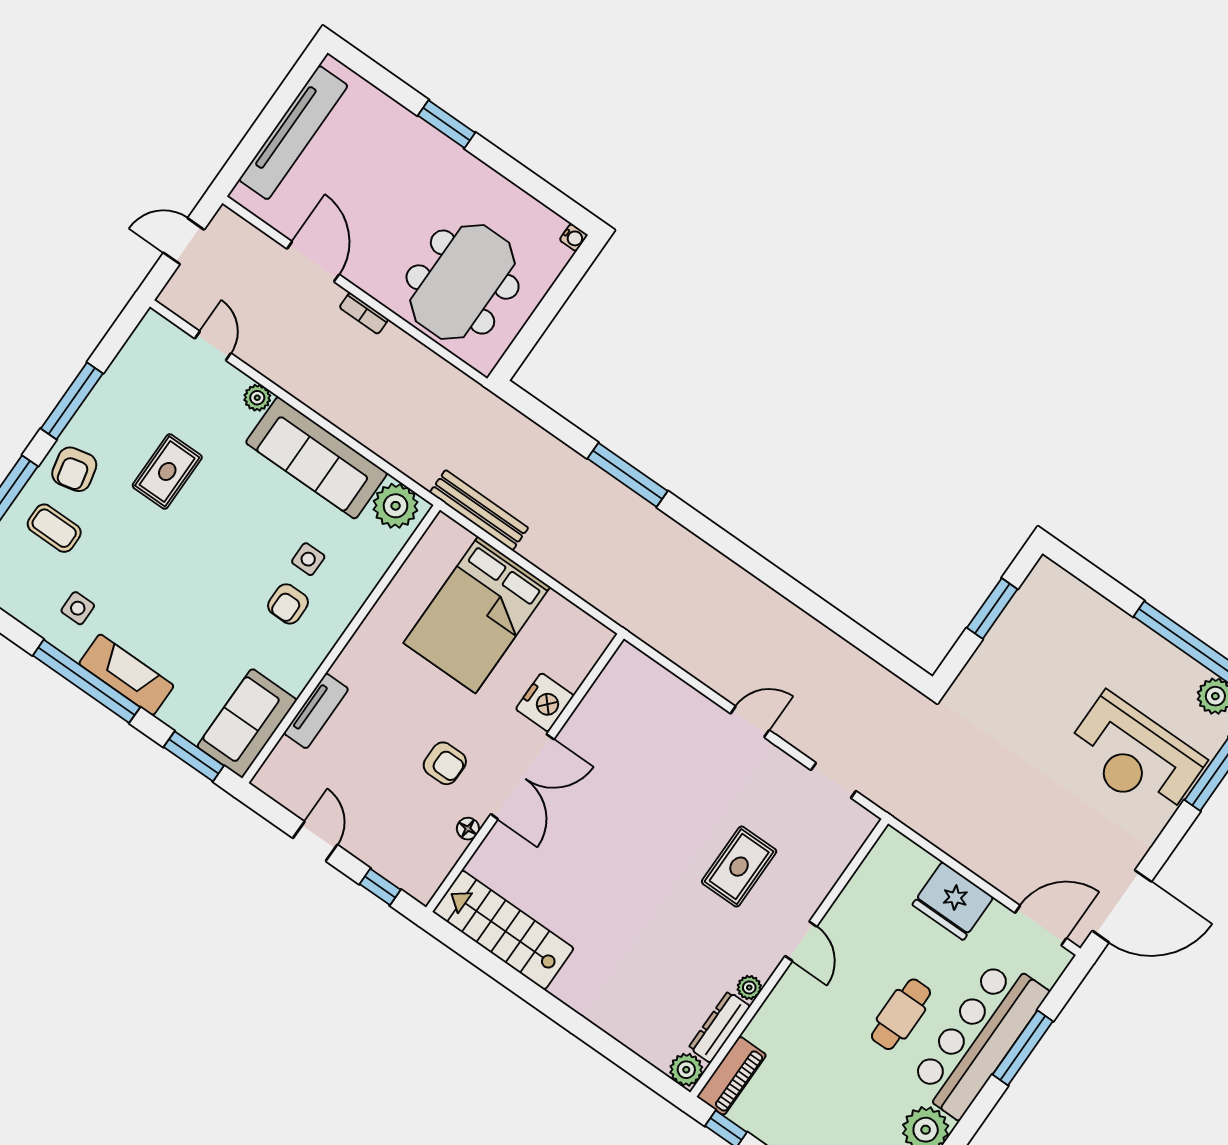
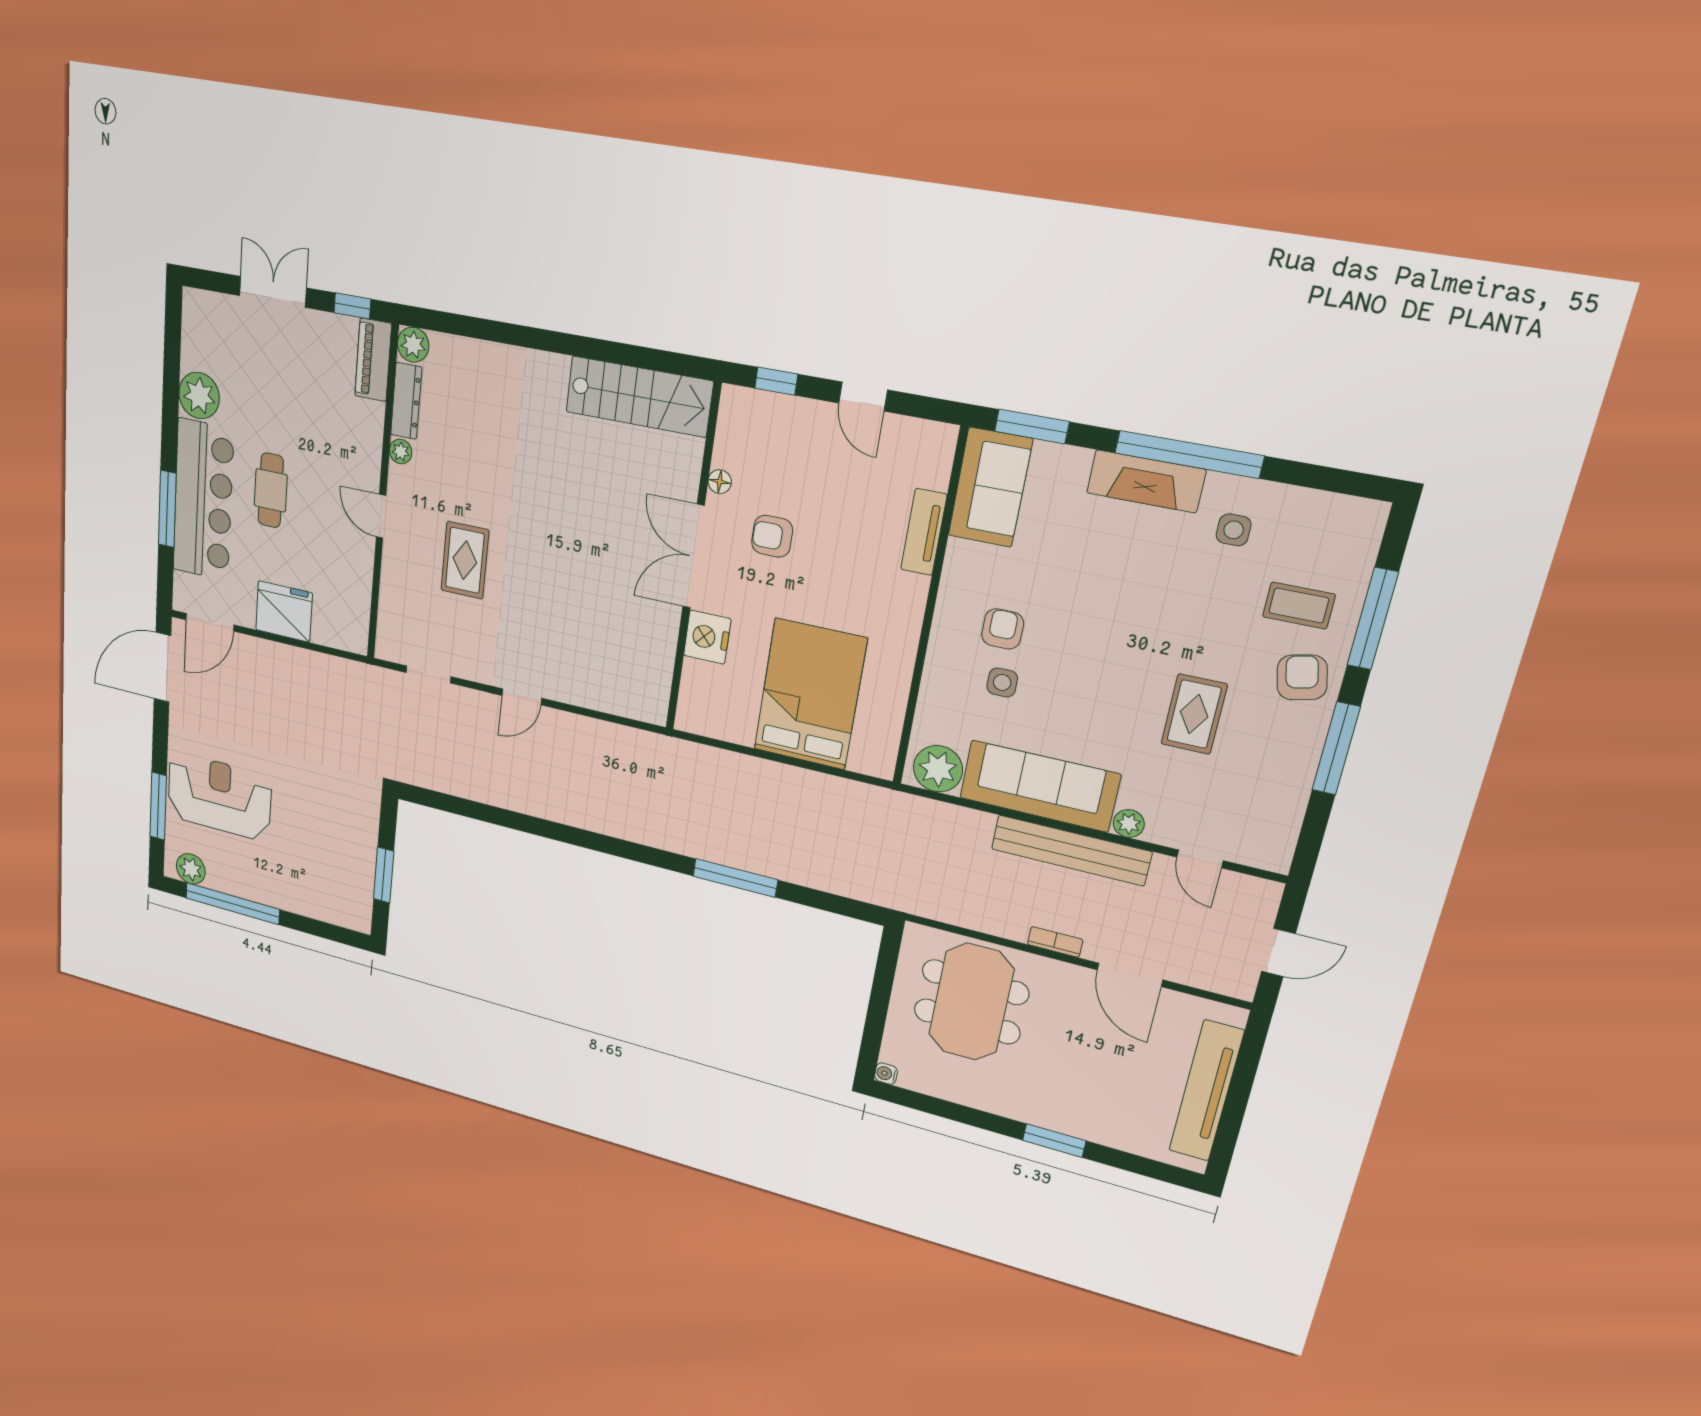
bench: (479, 510) -> (1071, 850), moved, width x1.37, depth x1.21

